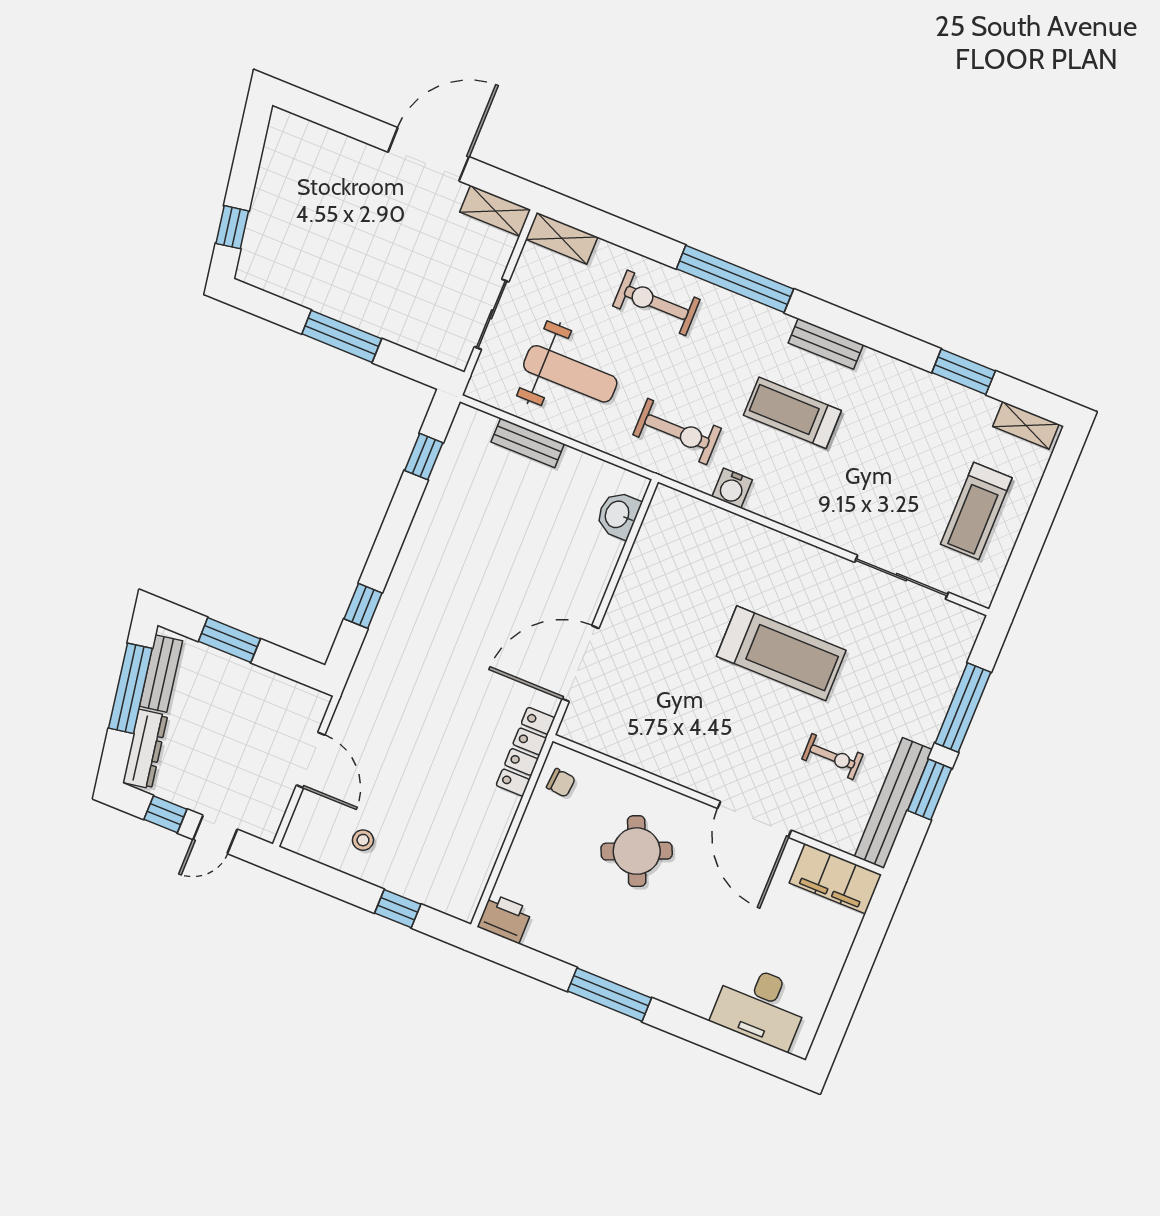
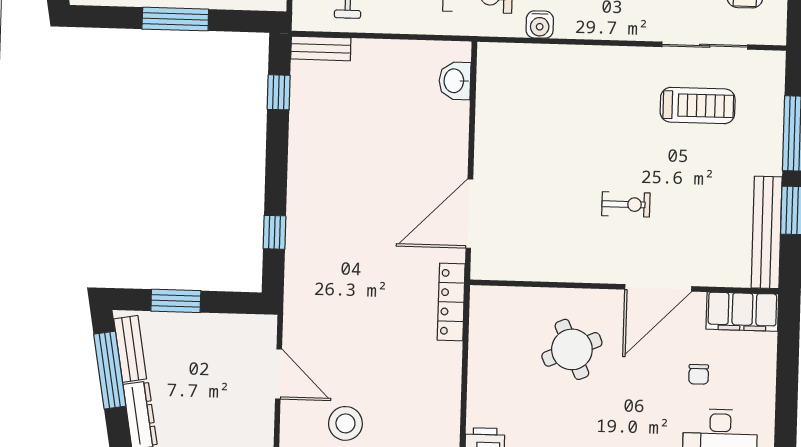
bench: (528, 443) -> (321, 48), moved
treadmill: (781, 653) -> (698, 106), moved, width x0.73, depth x0.73
exercise bike: (832, 757) -> (626, 204), moved
chair: (561, 783) -> (699, 374), moved, turned 85
door: (754, 819) -> (658, 288), hinge flipped
stool: (363, 840) -> (345, 423), width x1.89, depth x1.89

